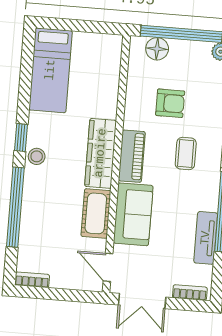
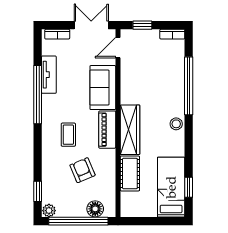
armchair: (170, 103) -> (82, 170), turned 67
window: (21, 138) -> (189, 187), moved
cot: (96, 213) -> (130, 173), moved
door: (108, 267) -> (118, 48), swing flipped
window: (72, 295) -> (142, 25), added

